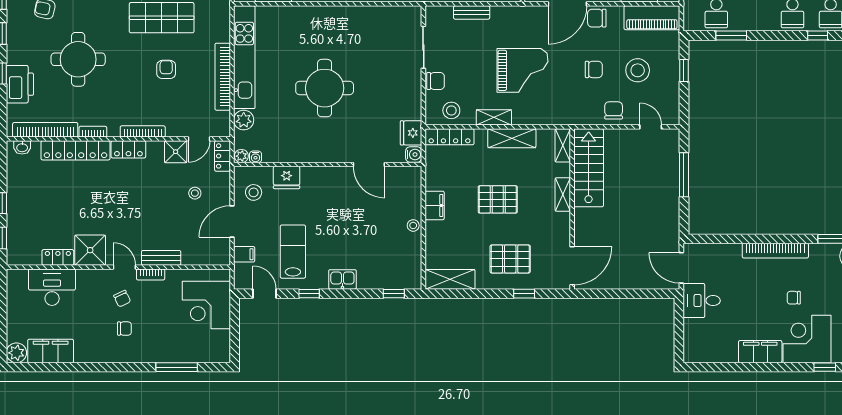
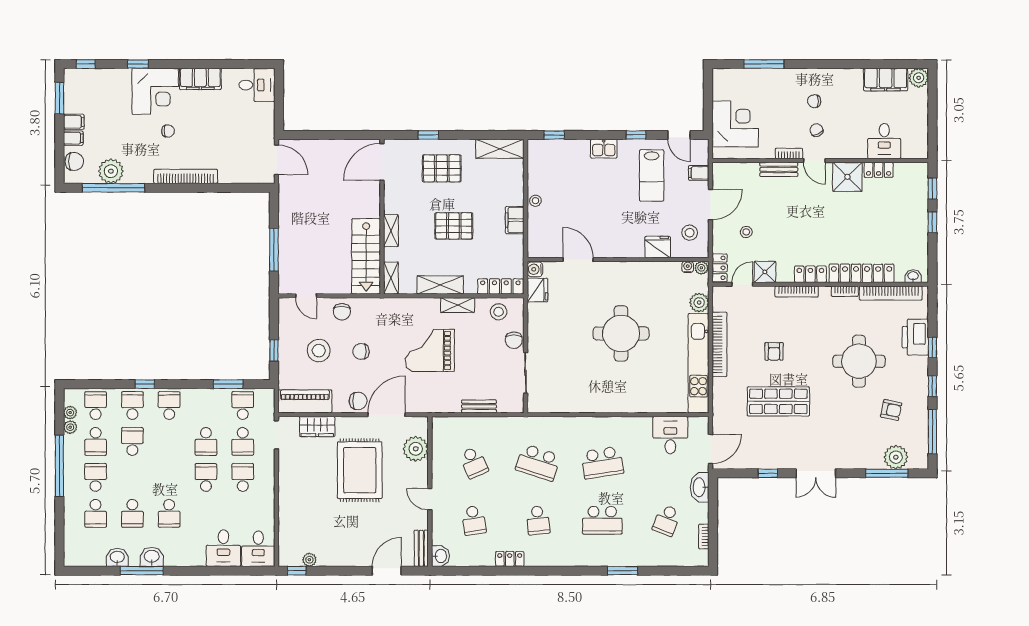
chair: (436, 81) -> (514, 340), turned -90
desk: (52, 287) -> (884, 141), width x0.73
desk: (702, 301) -> (257, 85), moved

